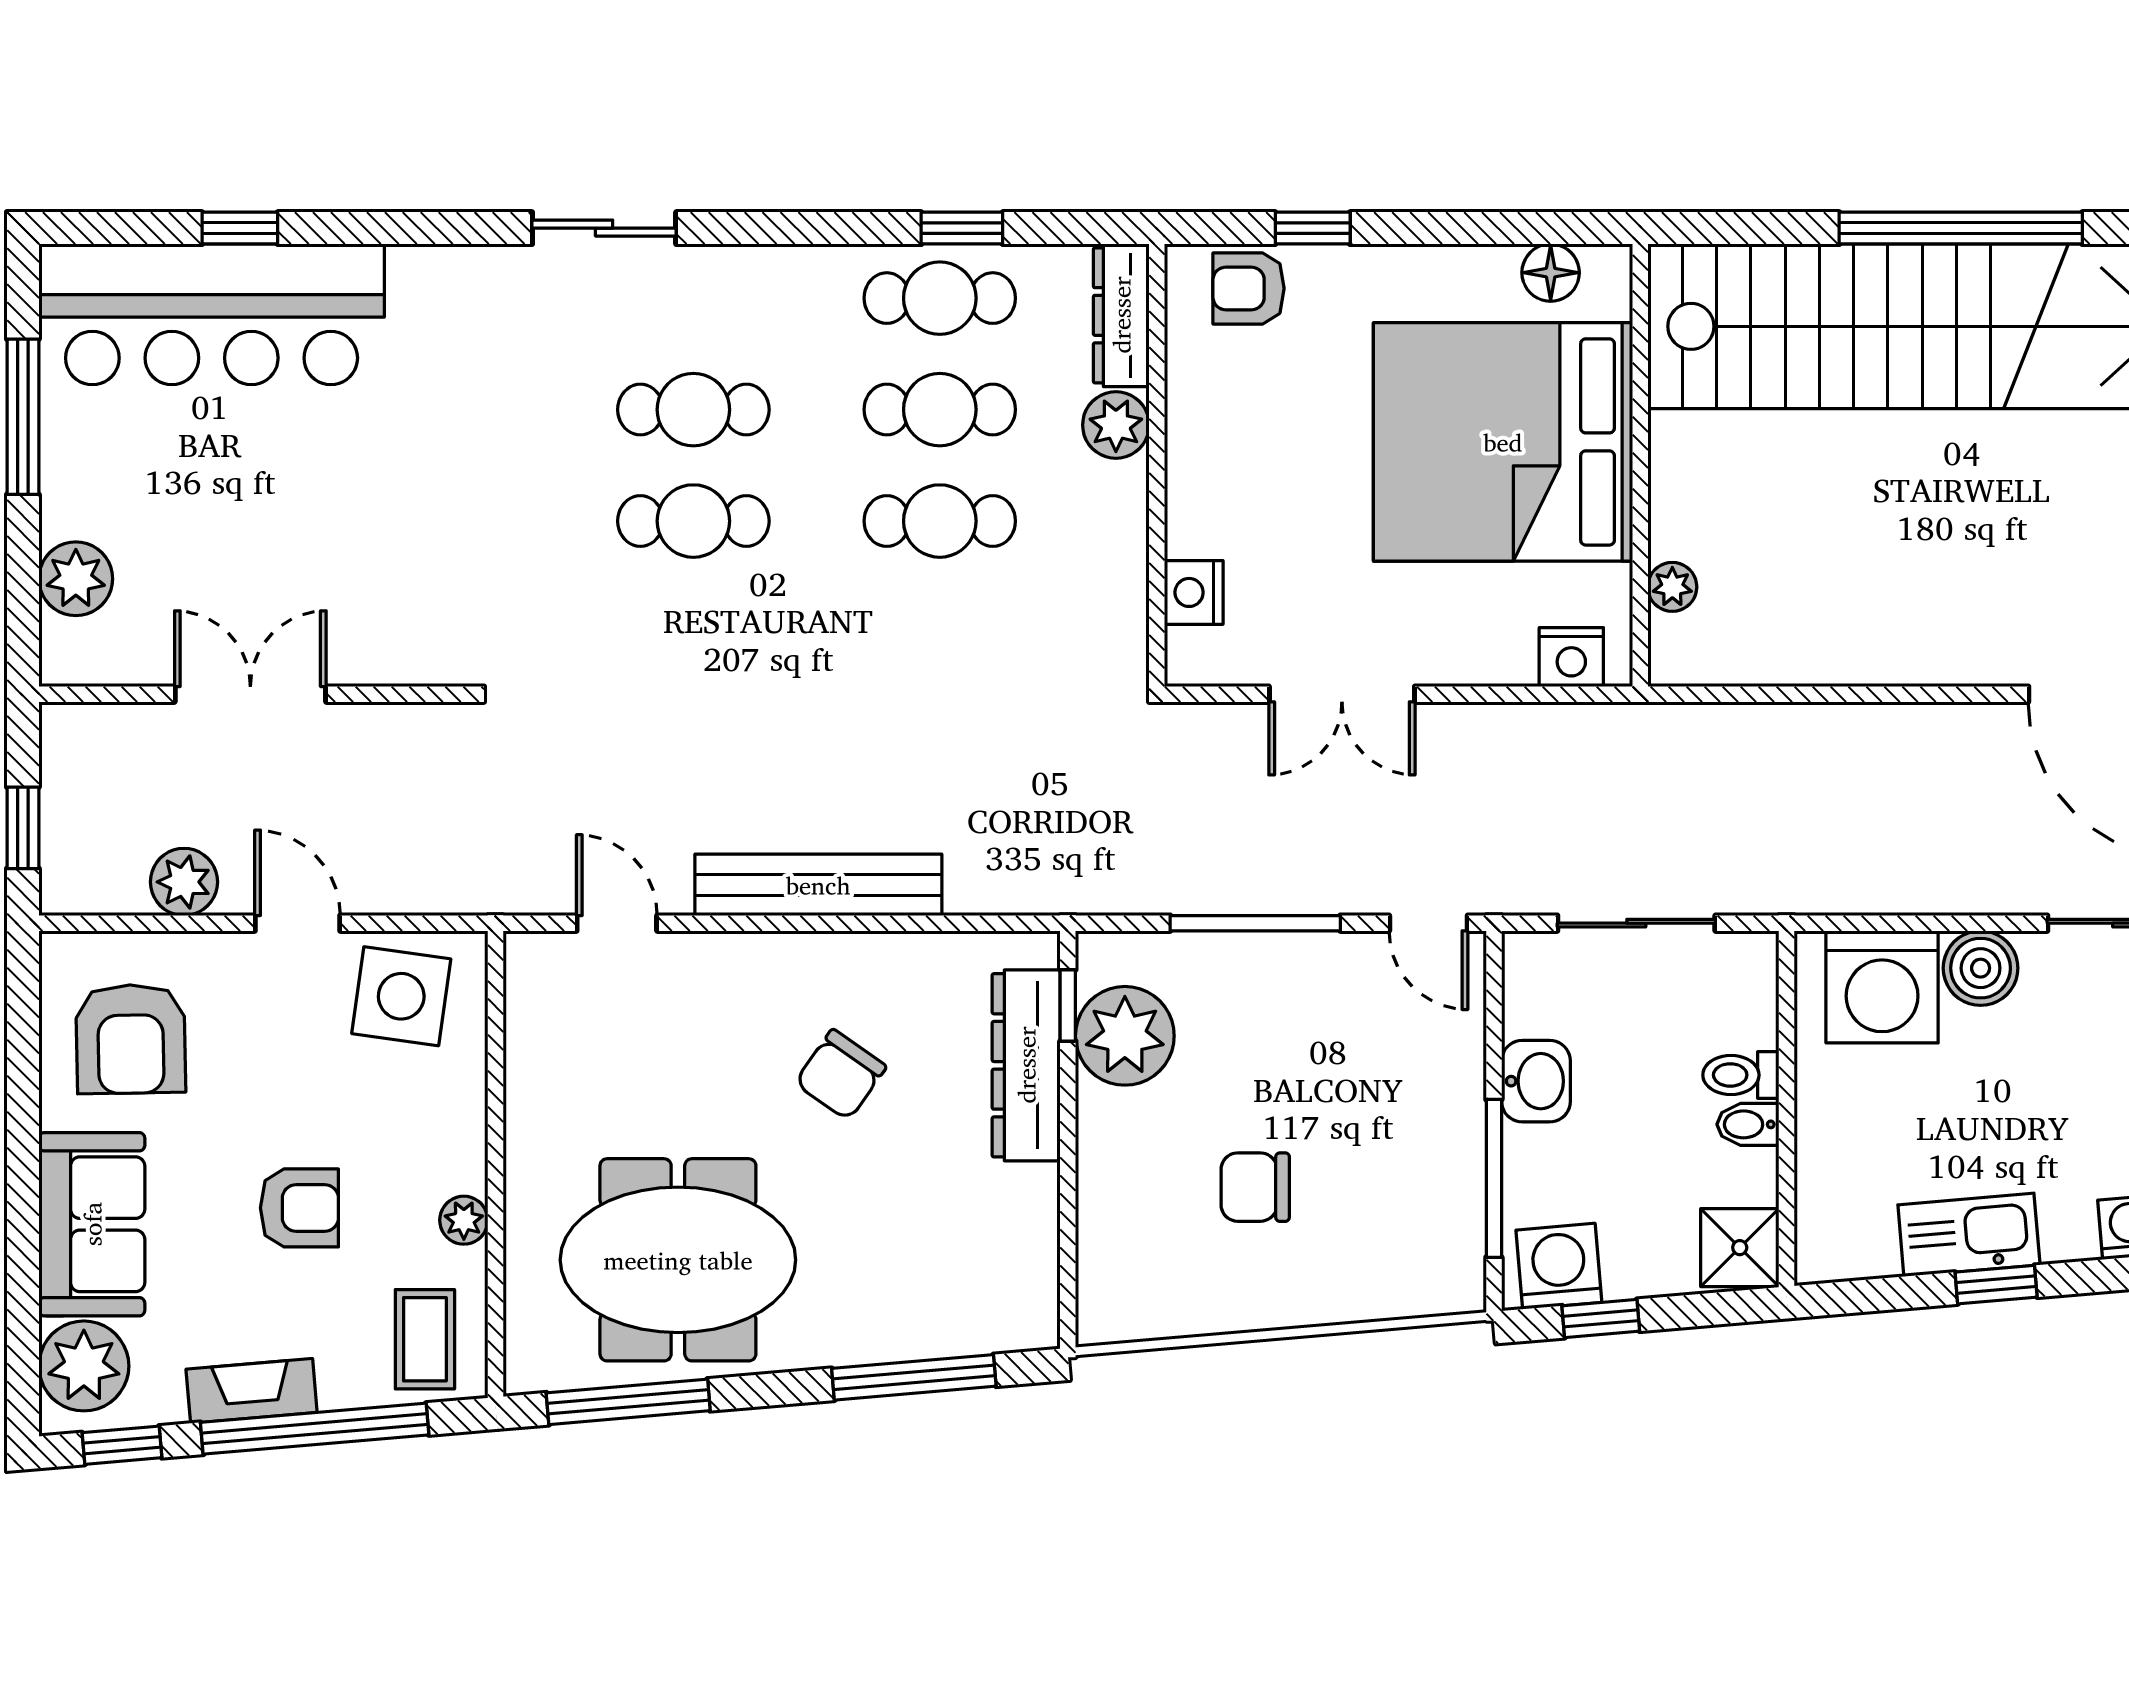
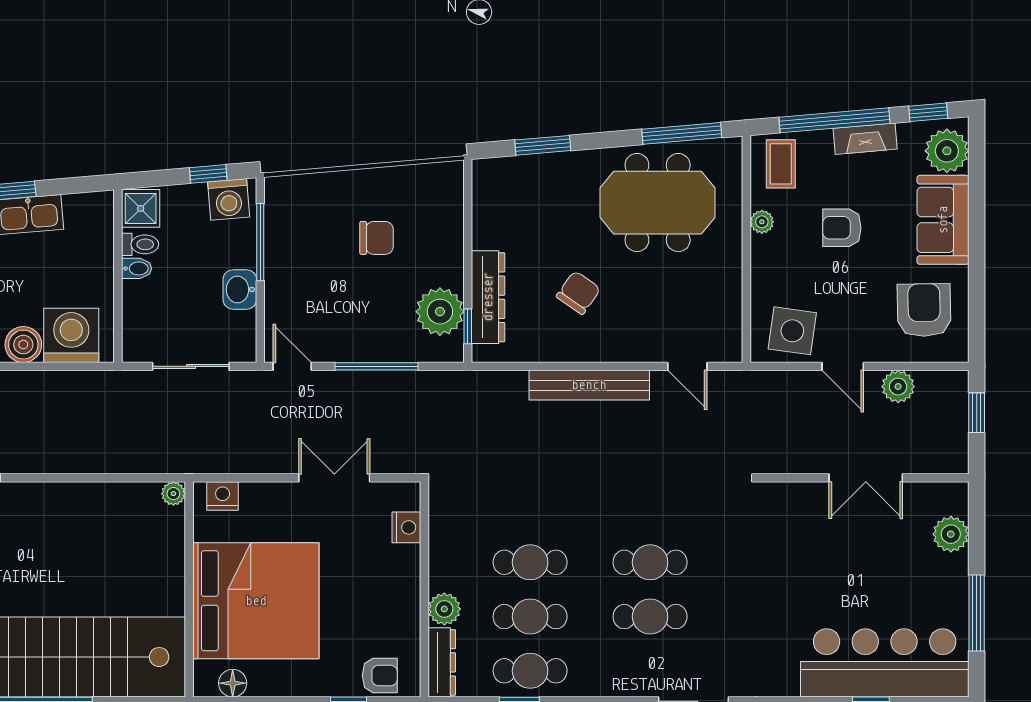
plant: (1672, 587) -> (173, 494), moved
toilet: (1741, 1075) -> (140, 244), moved
window: (914, 1377) -> (543, 145), width x0.69

